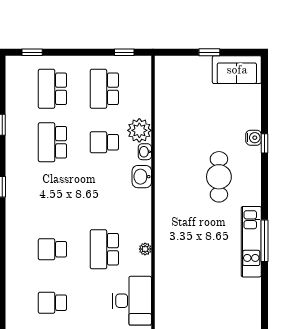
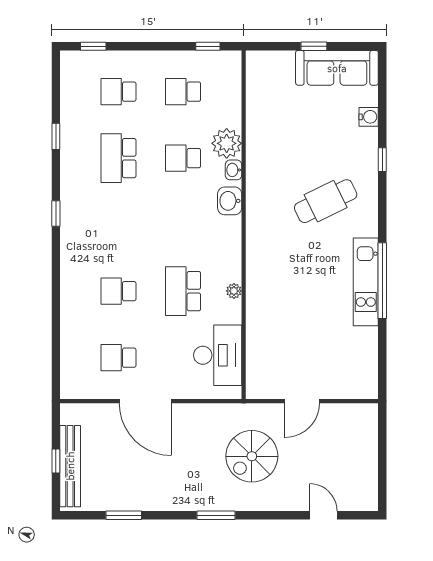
sofa: (237, 70) -> (337, 68), width x1.36
school desk: (52, 89) -> (118, 92), width x0.54
school desk: (104, 89) -> (183, 92), width x0.54
water cooler: (254, 138) -> (369, 117), moved
cafe table: (219, 177) -> (326, 201), turned 64
window: (264, 241) -> (382, 281), width x1.46

